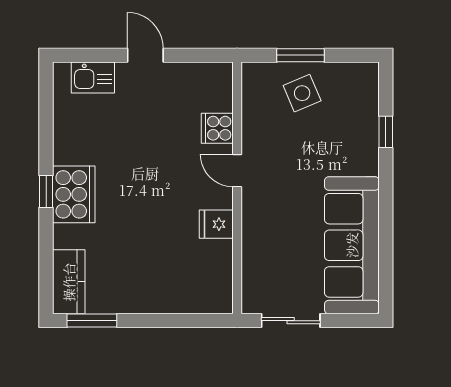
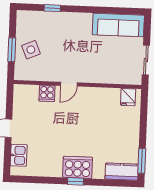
fridge: (216, 224) -> (128, 97), moved
sofa: (352, 245) -> (118, 25), width x0.74, depth x0.79

